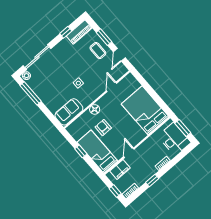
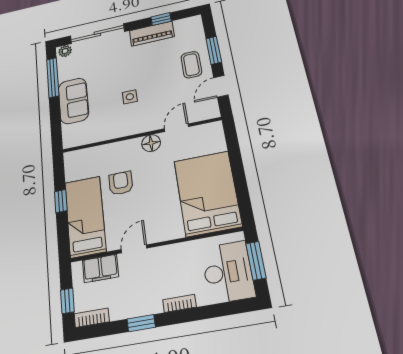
piano: (79, 32) -> (152, 34), moved
floor lamp: (95, 109) -> (151, 143), moved
sofa: (69, 112) -> (73, 101), moved, turned 90

